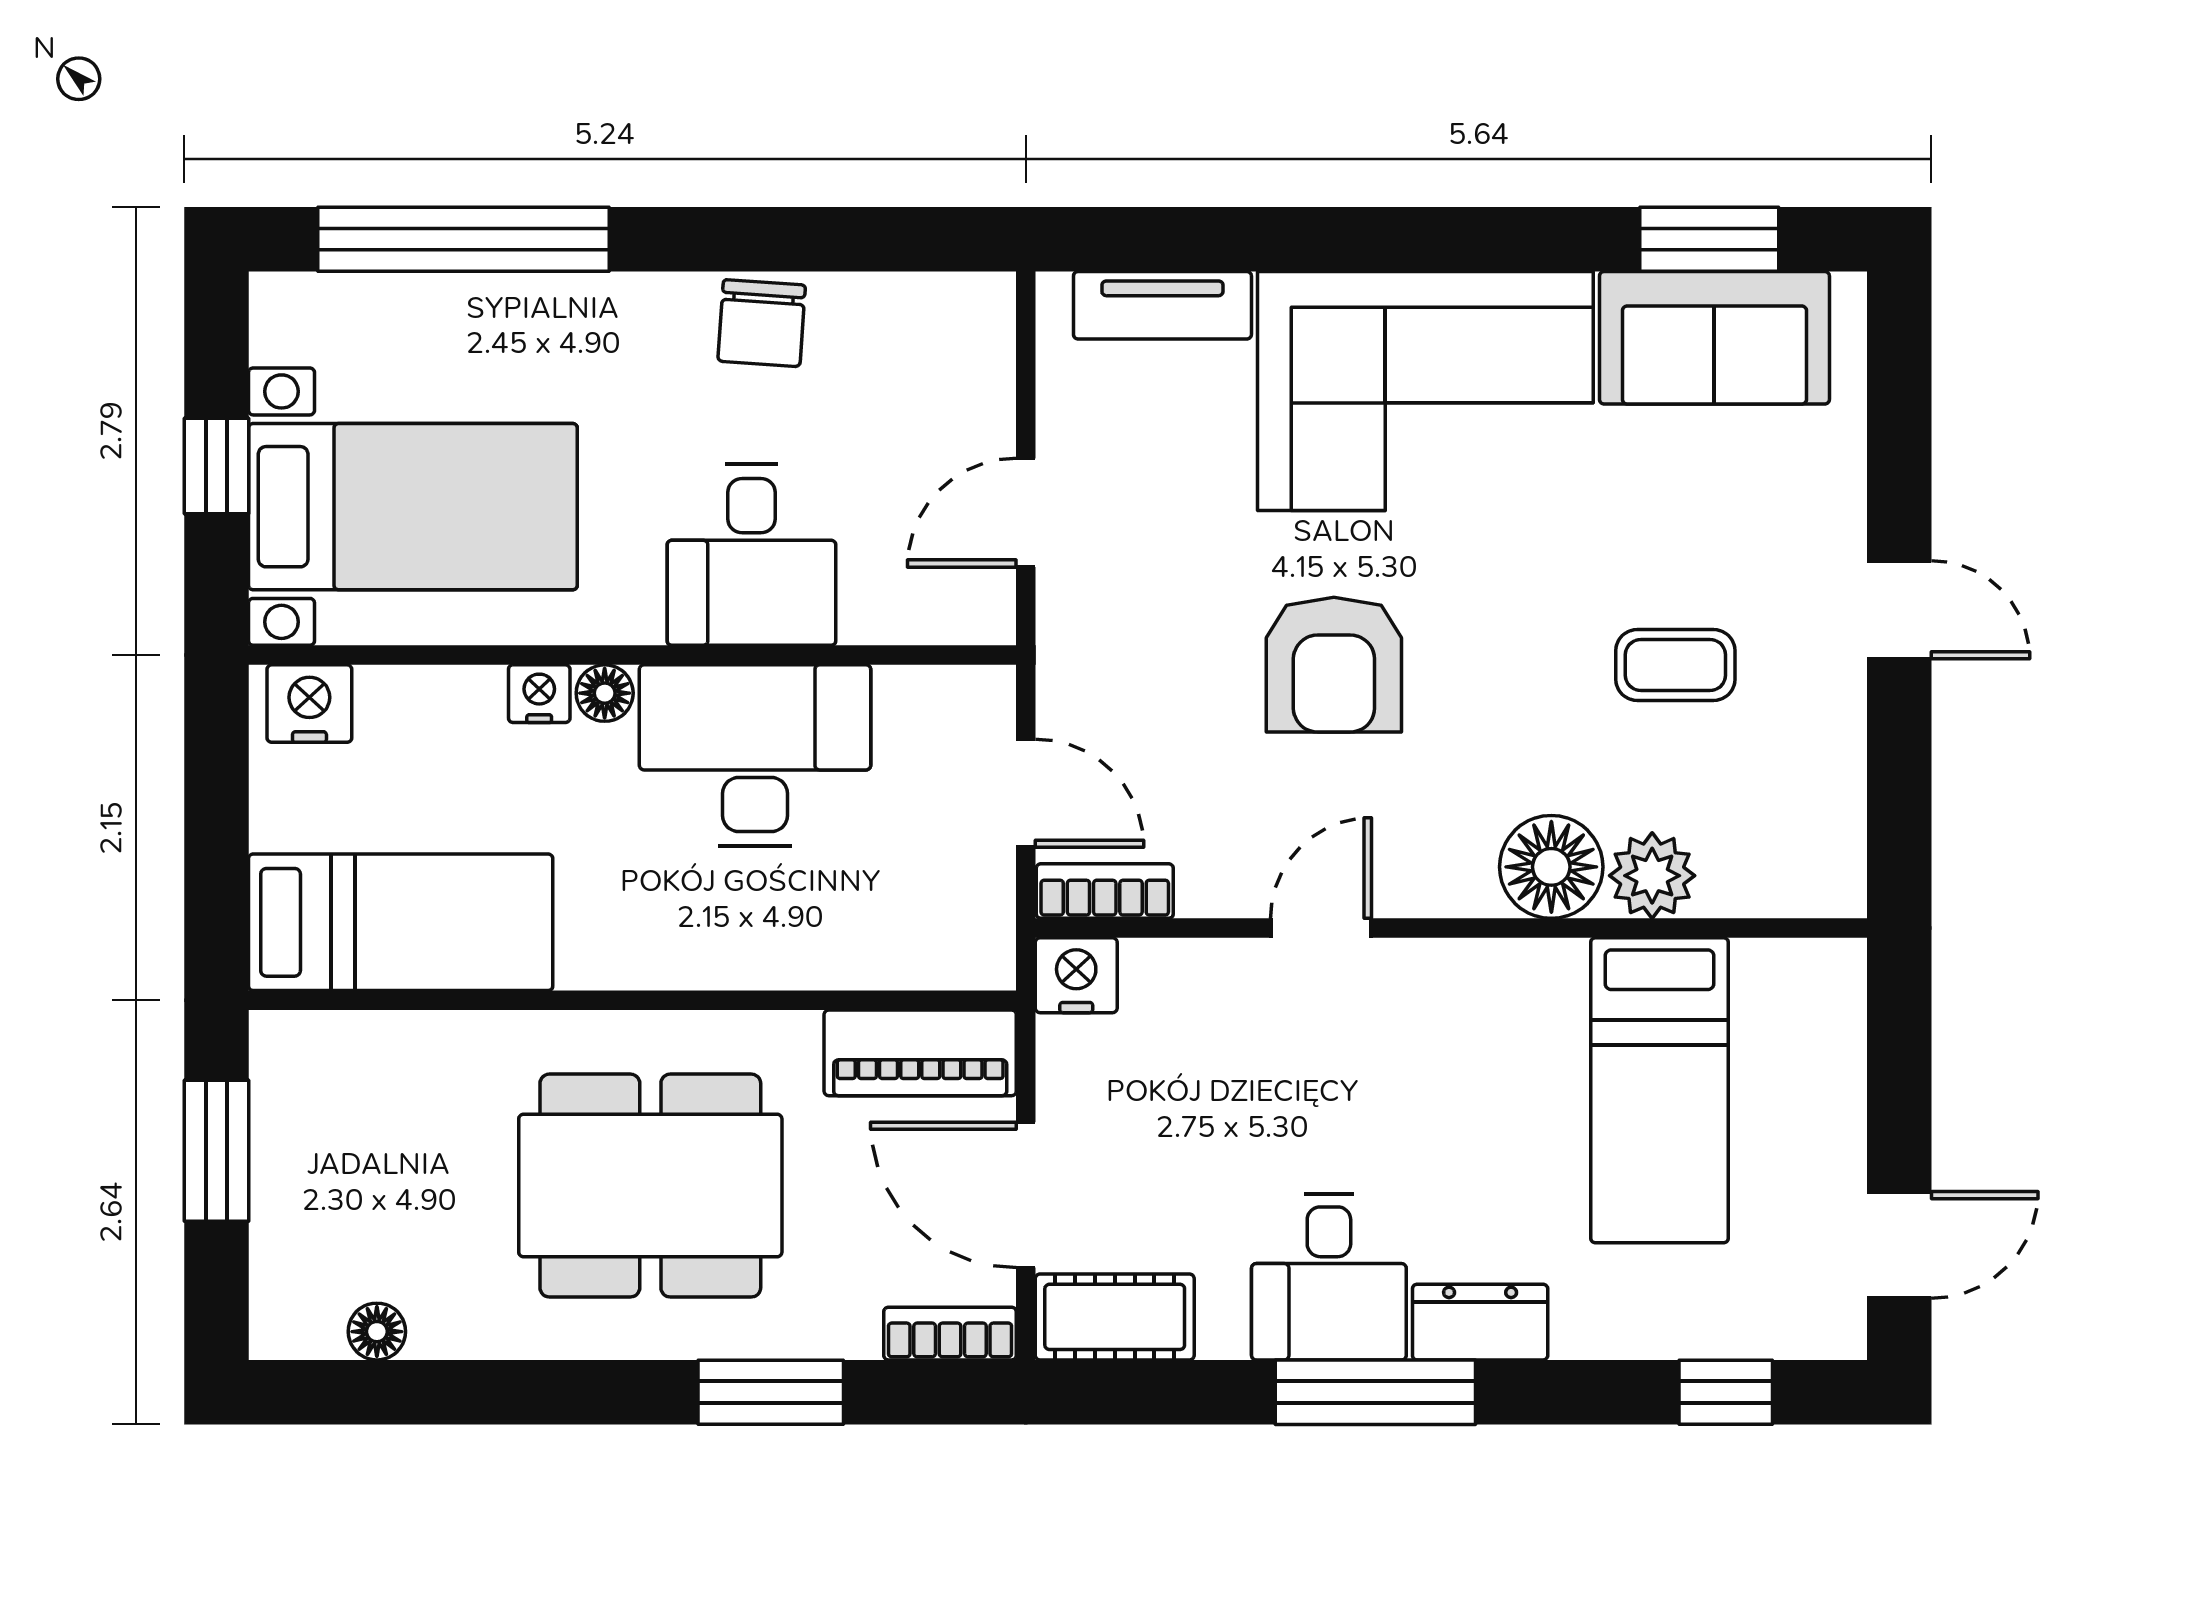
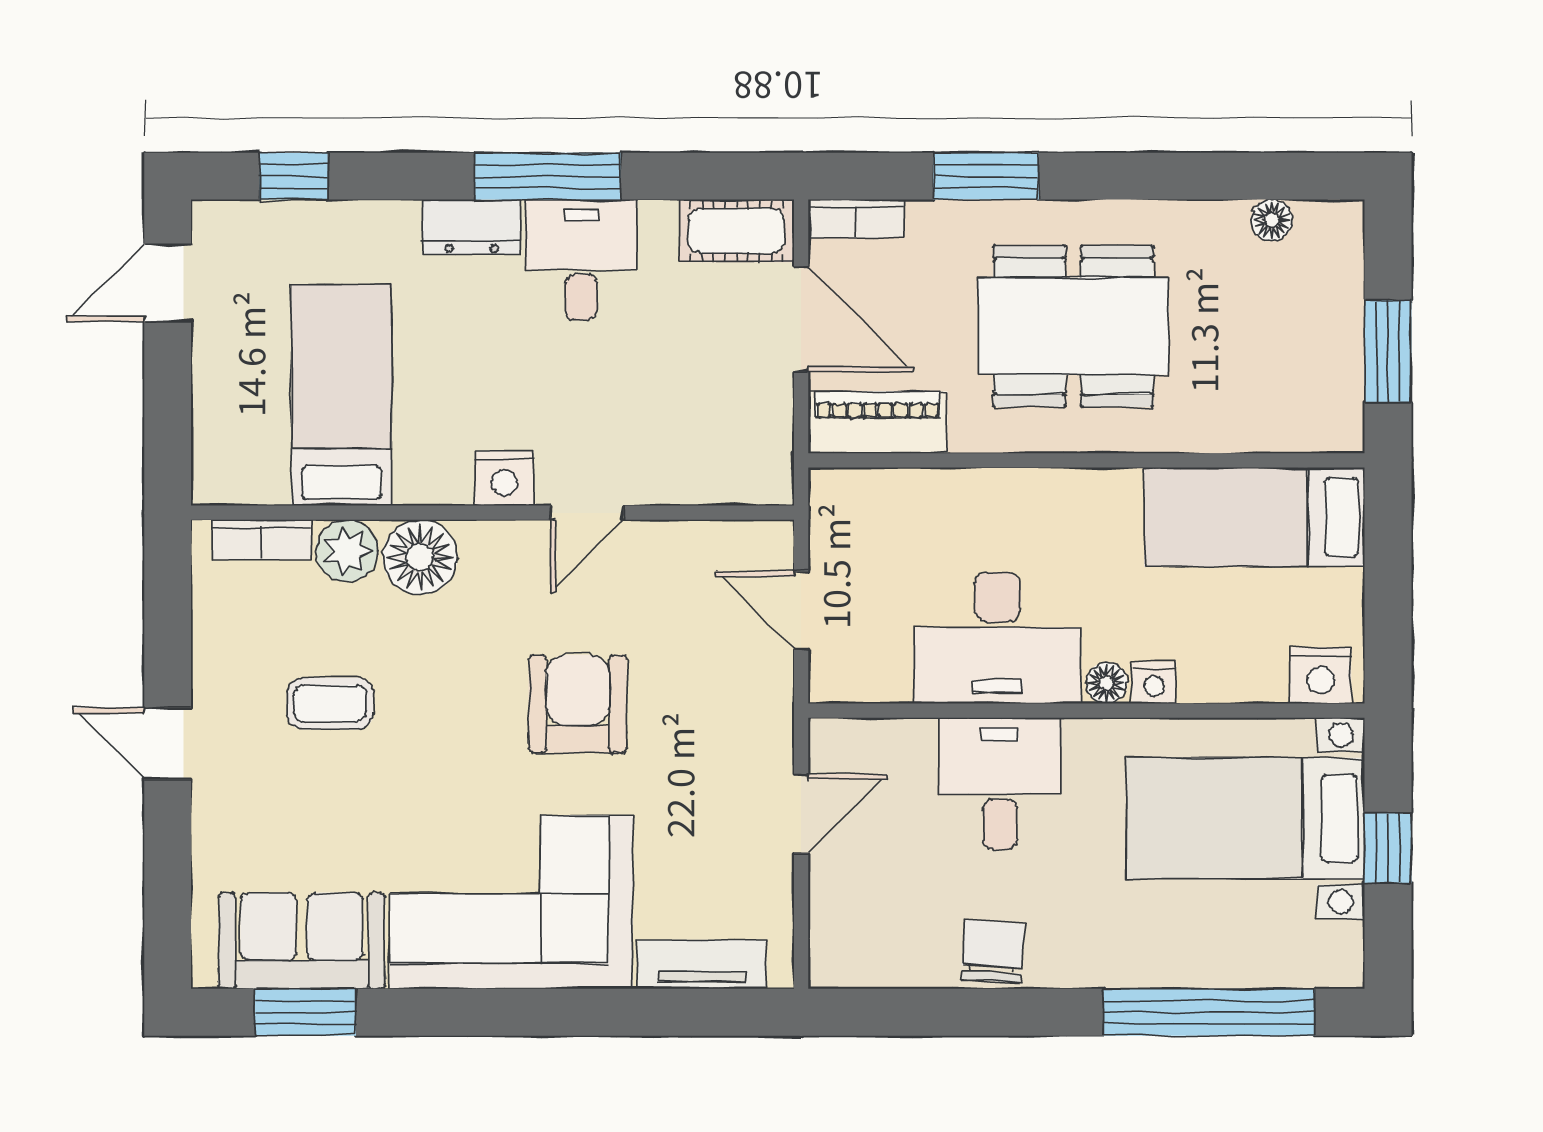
bookcase: (1105, 891) -> (262, 540), moved
nightstand: (1076, 975) -> (504, 479), moved

